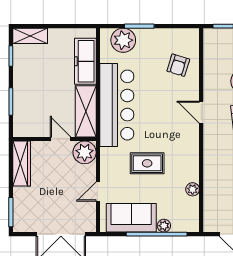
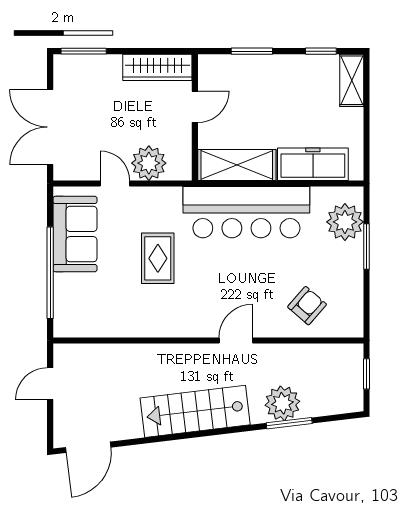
armchair: (178, 65) -> (307, 306), turned 114
door: (60, 139) -> (195, 107), moved
plant: (85, 152) -> (149, 163), moved
plant: (193, 189) -> (118, 327), removed
plant: (164, 226) -> (63, 284), removed

